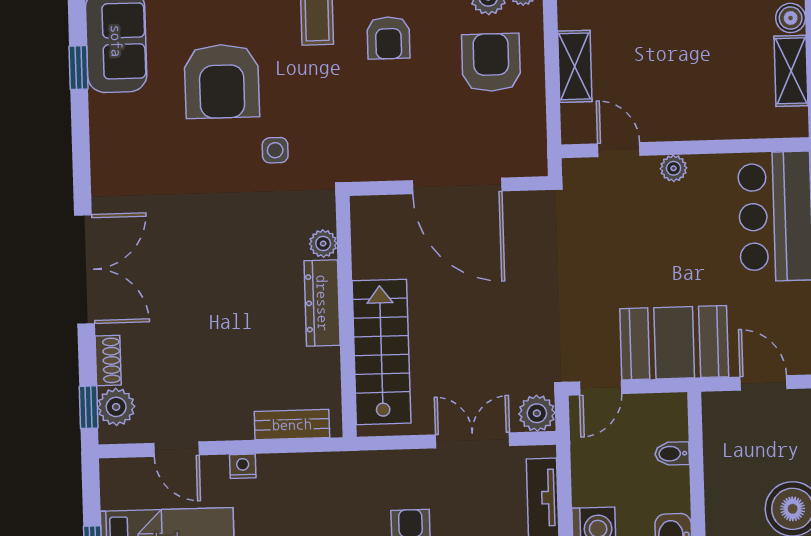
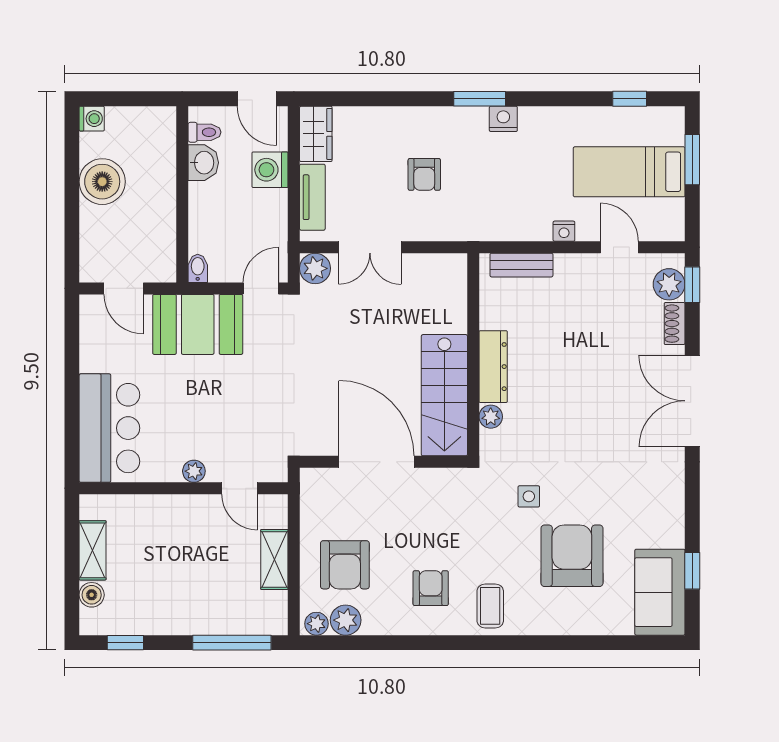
stairs: (381, 352) -> (444, 395), moved
bidet: (672, 454) -> (198, 268), moved, turned -90

